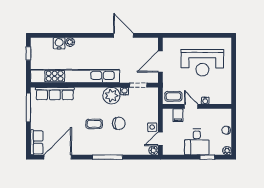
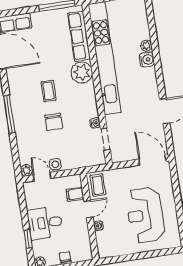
water cooler: (59, 43) -> (147, 60), moved
door: (160, 62) -> (152, 160), moved
plant: (111, 96) -> (82, 72), moved

